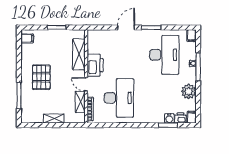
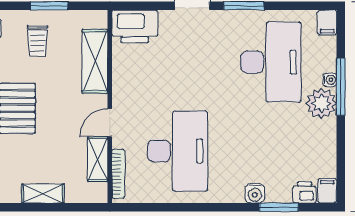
trolley: (51, 45) -> (37, 41), added
printer: (95, 65) -> (135, 26), moved, turned 90
door: (86, 84) -> (110, 123), hinge flipped
plant: (189, 91) -> (321, 103), moved
water cooler: (169, 118) -> (255, 193), moved

